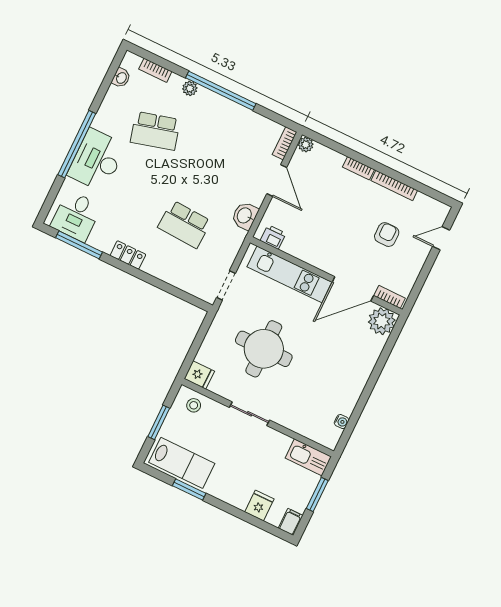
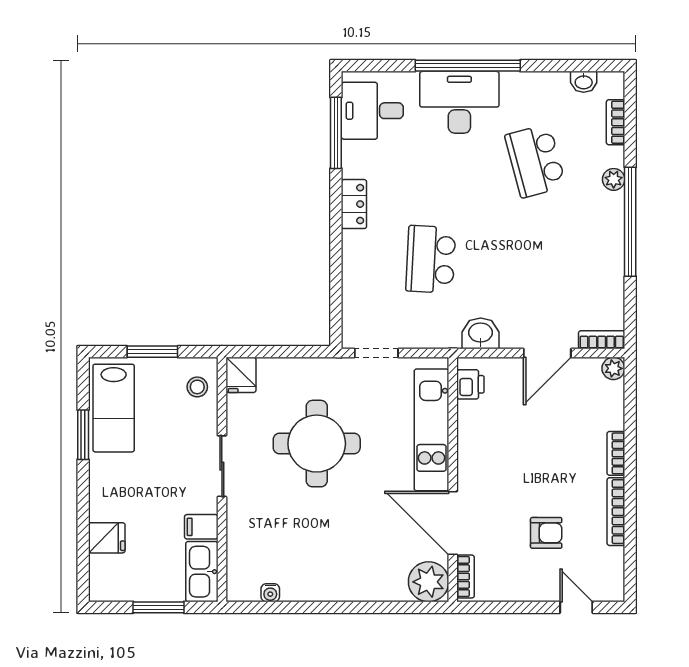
filing cabinet: (291, 522) -> (201, 527), moved, turned 180

